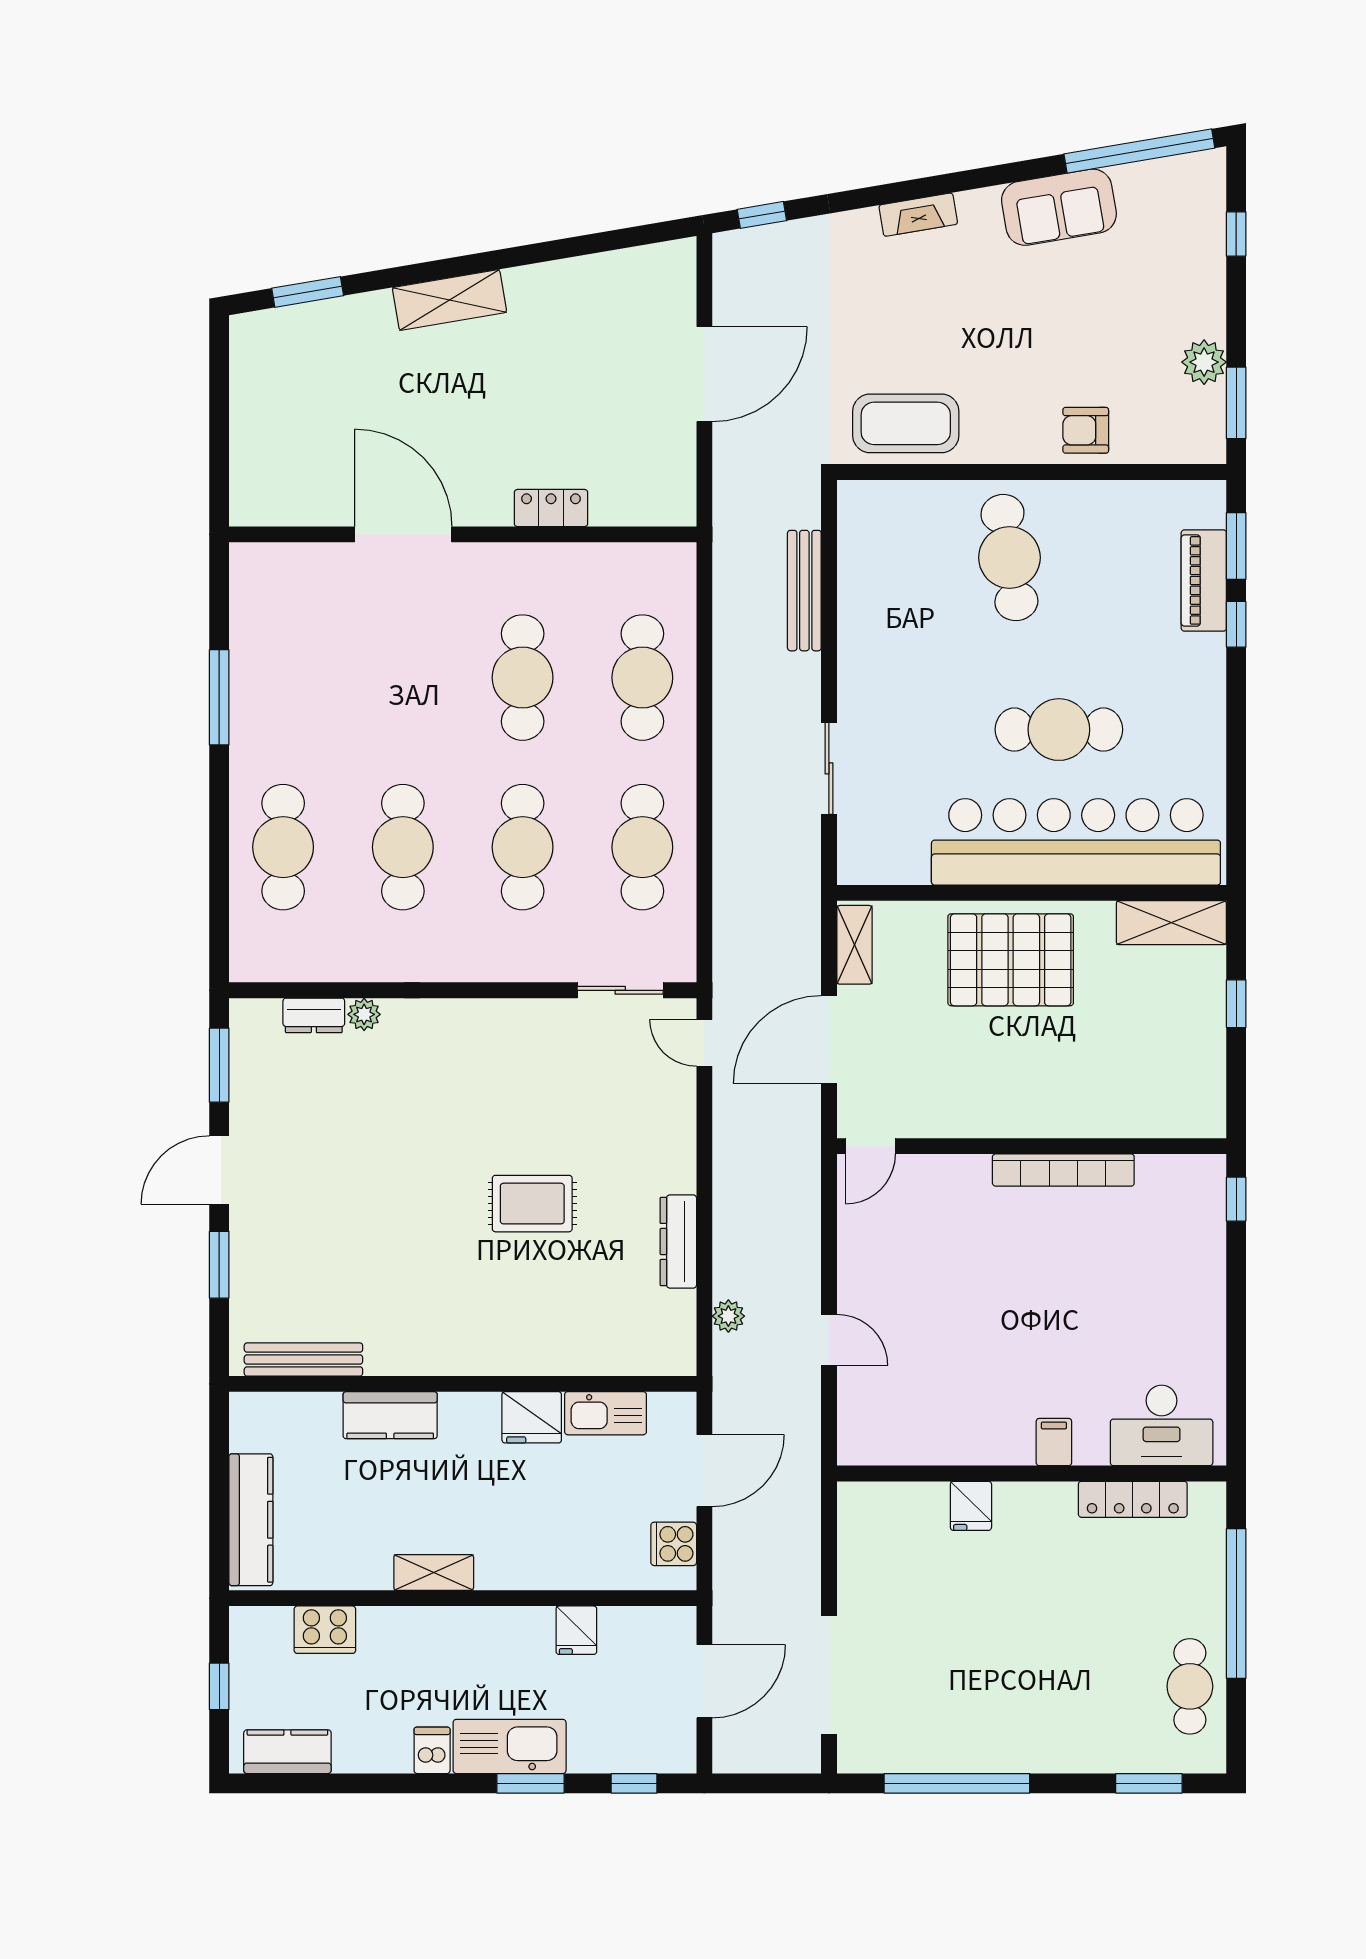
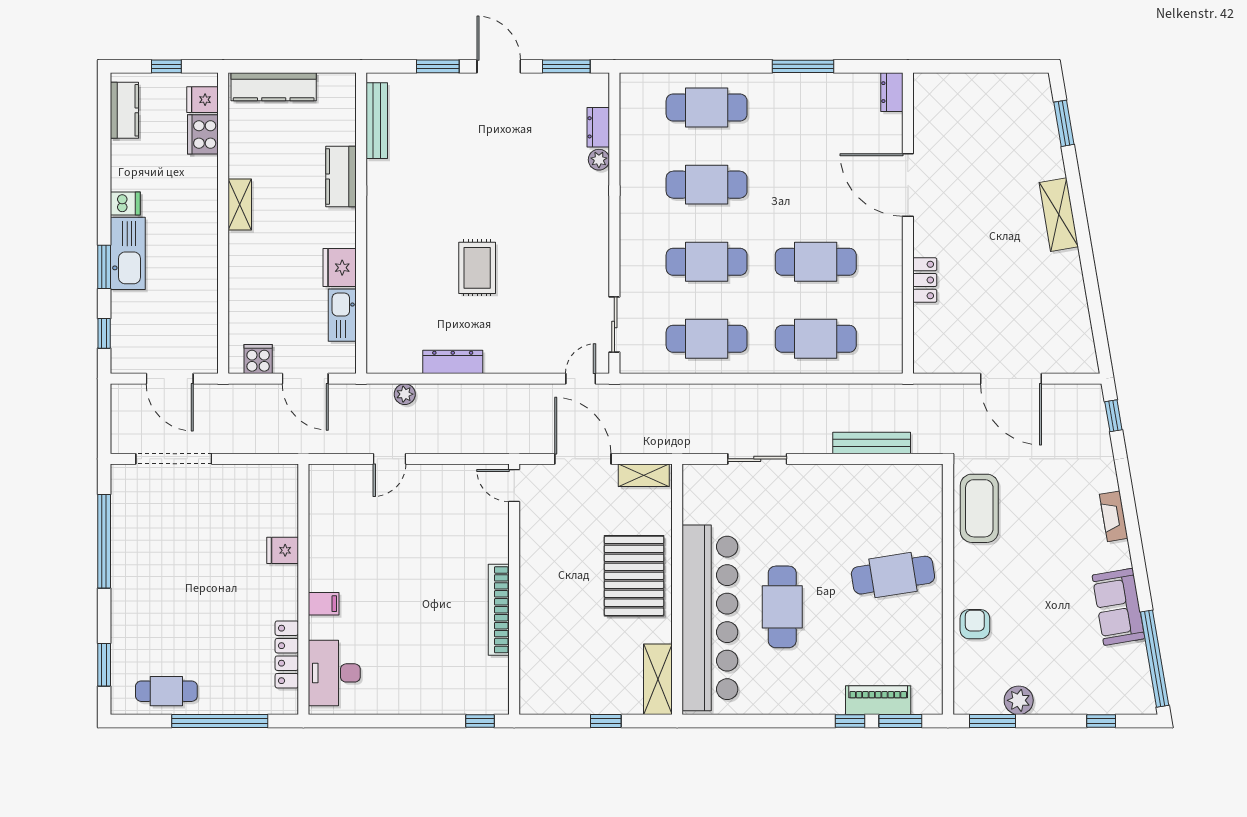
door: (403, 534) -> (908, 185), swing flipped
dresser: (259, 559) -> (892, 92), added
fridge: (576, 1630) -> (203, 100), moved

